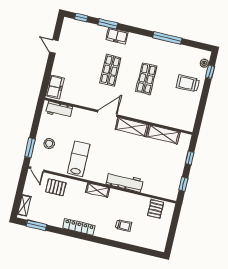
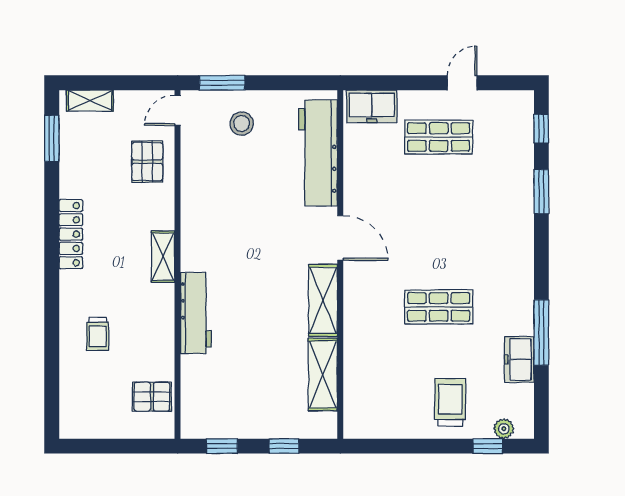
freezer: (117, 36) -> (519, 359), moved
shop shelf: (110, 70) -> (439, 137), moved
workbench: (59, 110) -> (318, 153), width x1.88, depth x1.32
lab bench: (79, 159) -> (223, 198), removed

